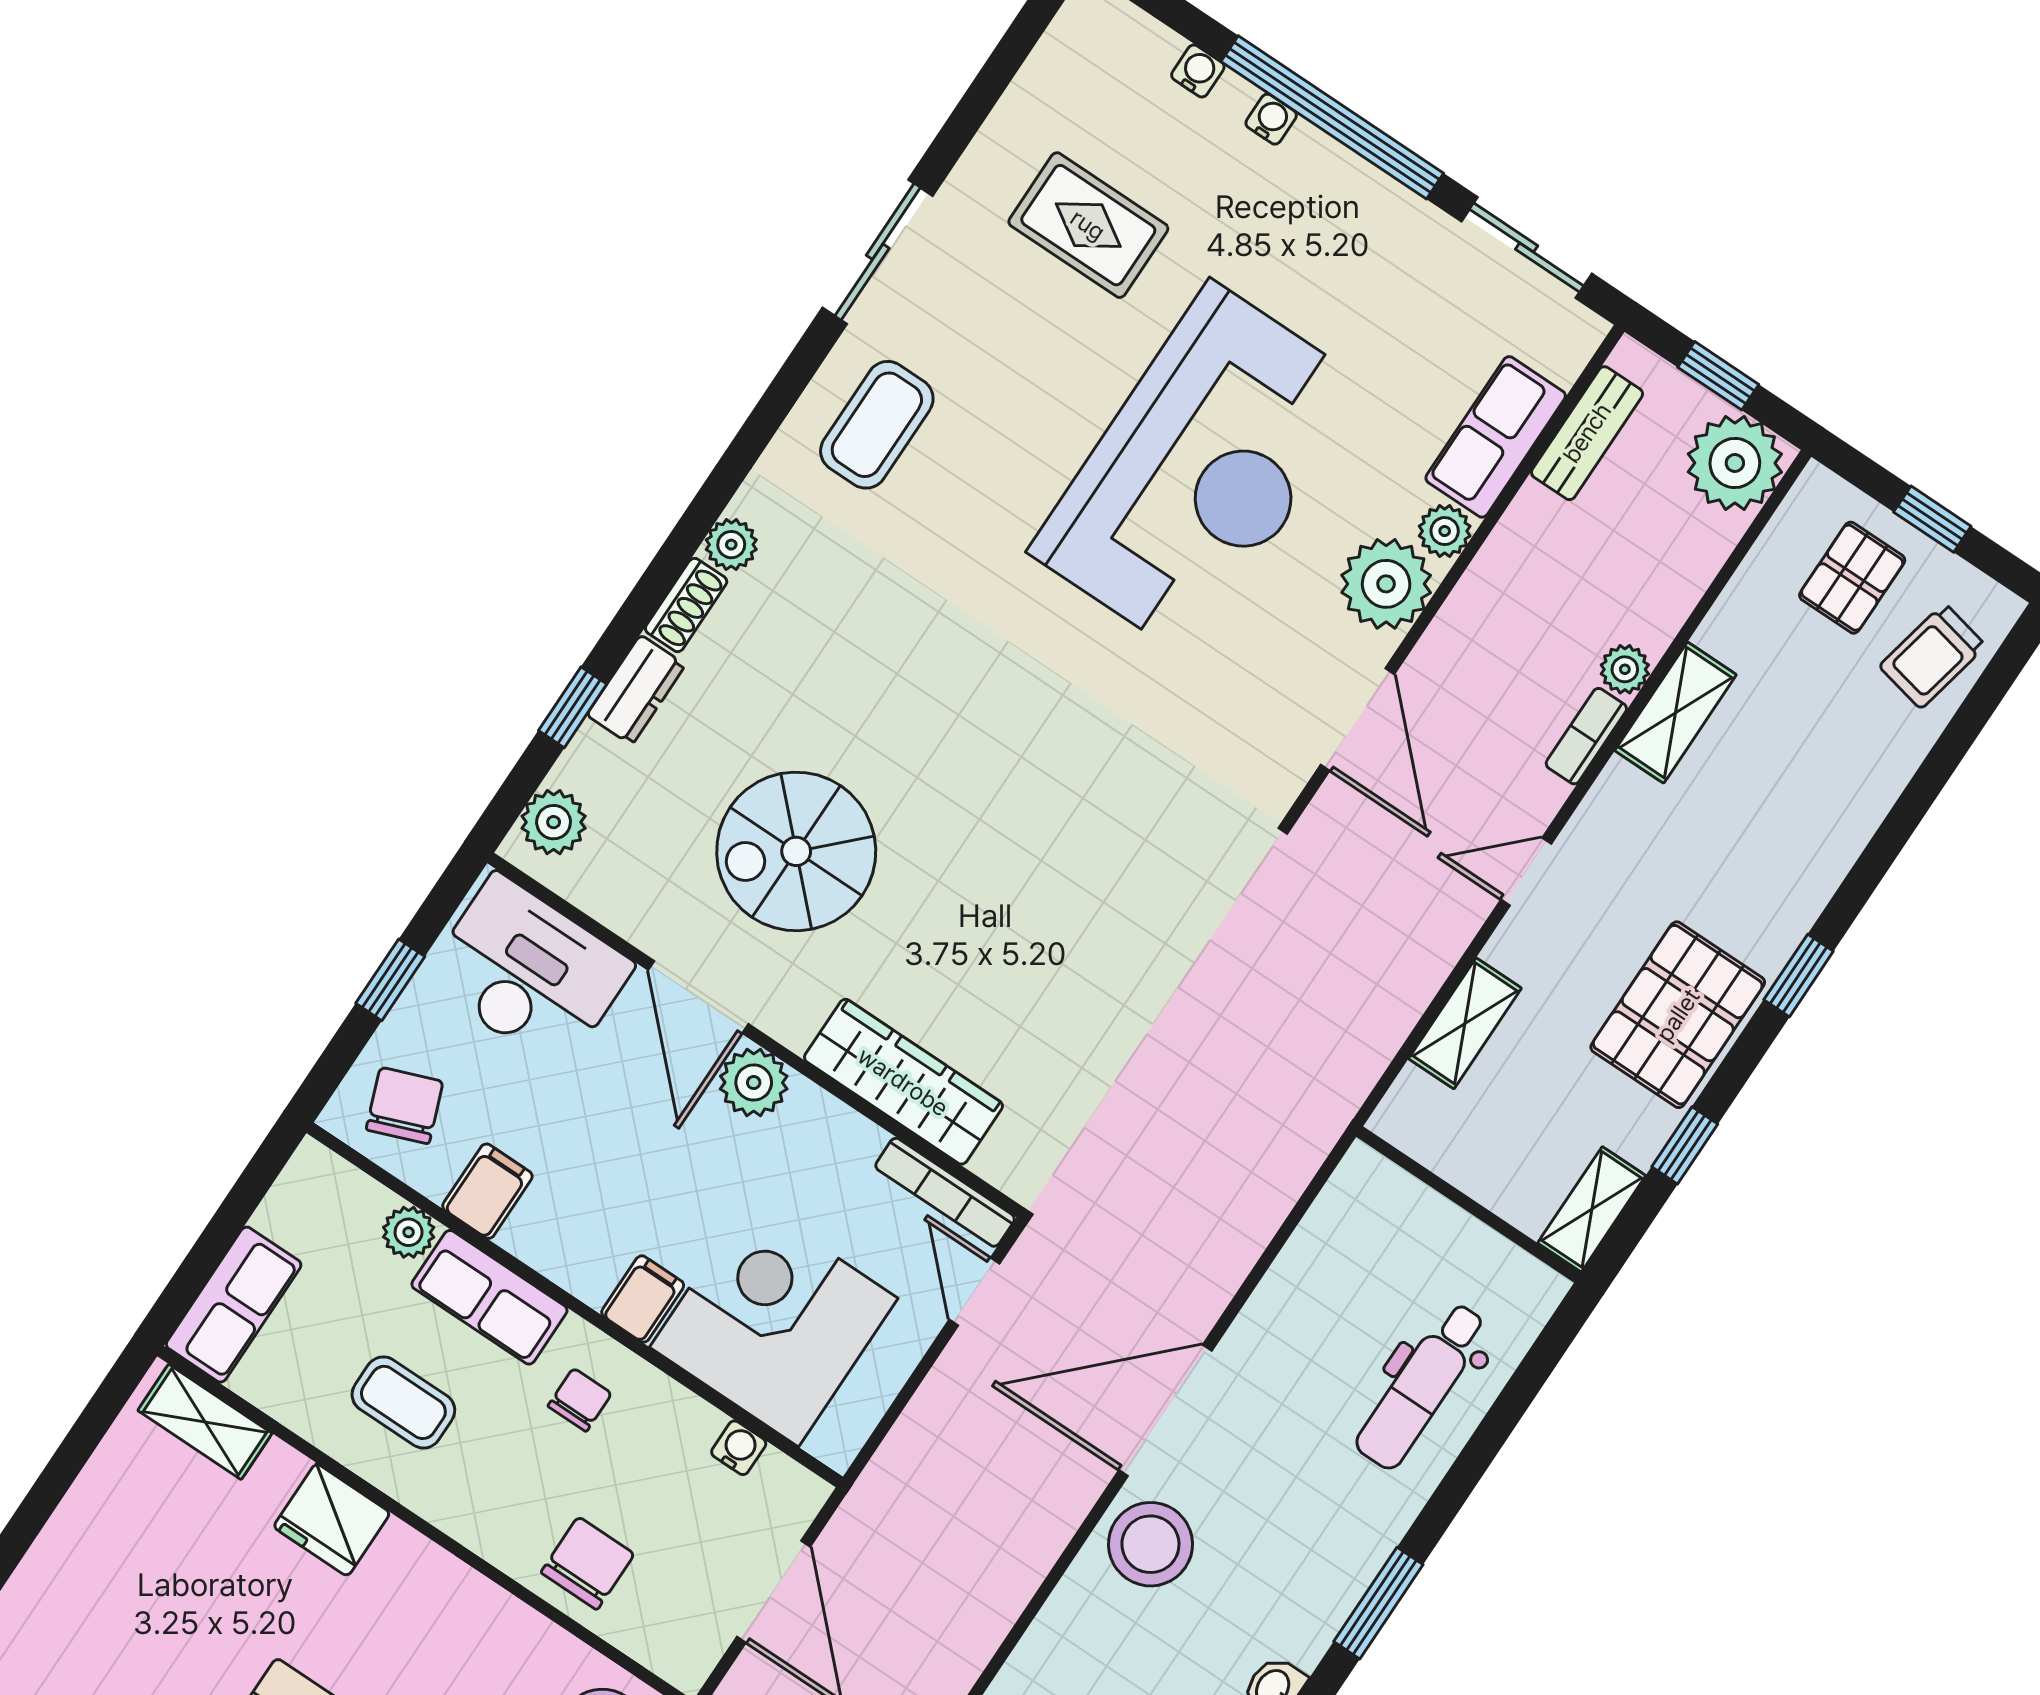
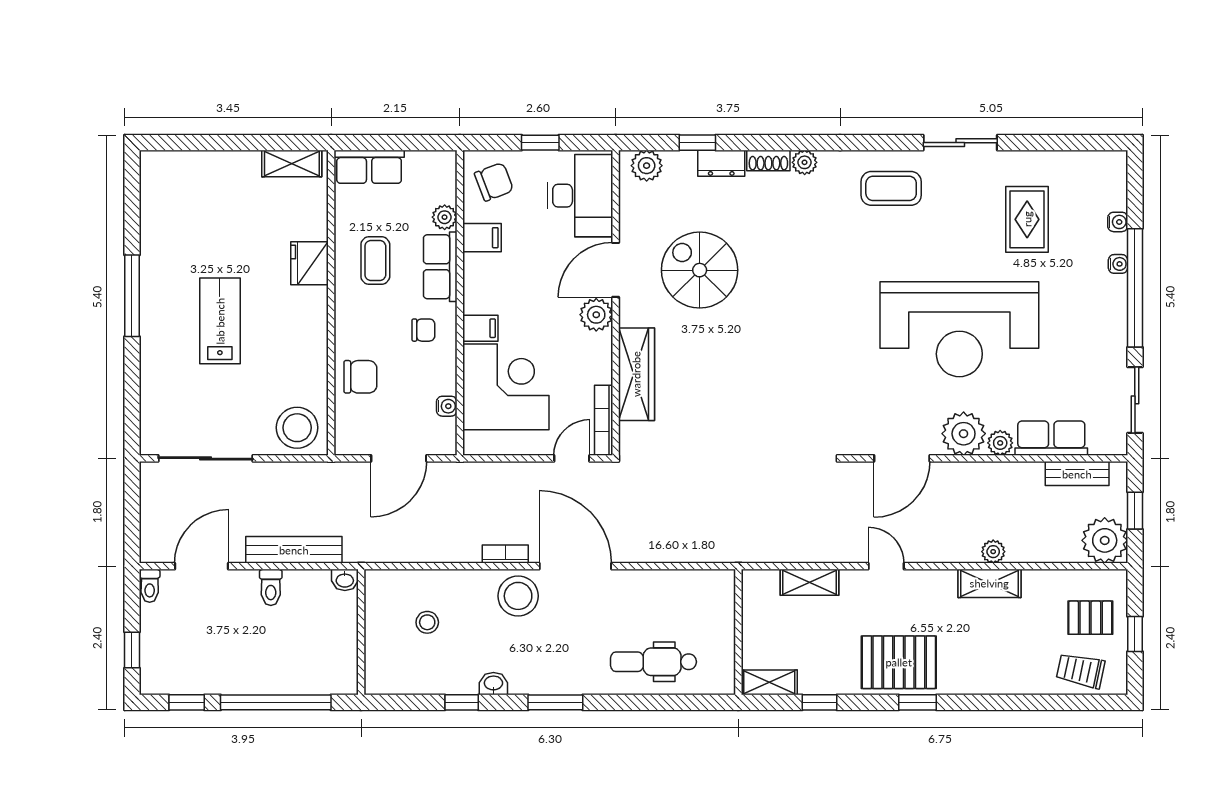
bookcase: (1586, 736) -> (505, 554), moved
pallet: (1678, 1015) -> (899, 662), moved
shelving: (205, 1422) -> (292, 163), moved, turned 90

